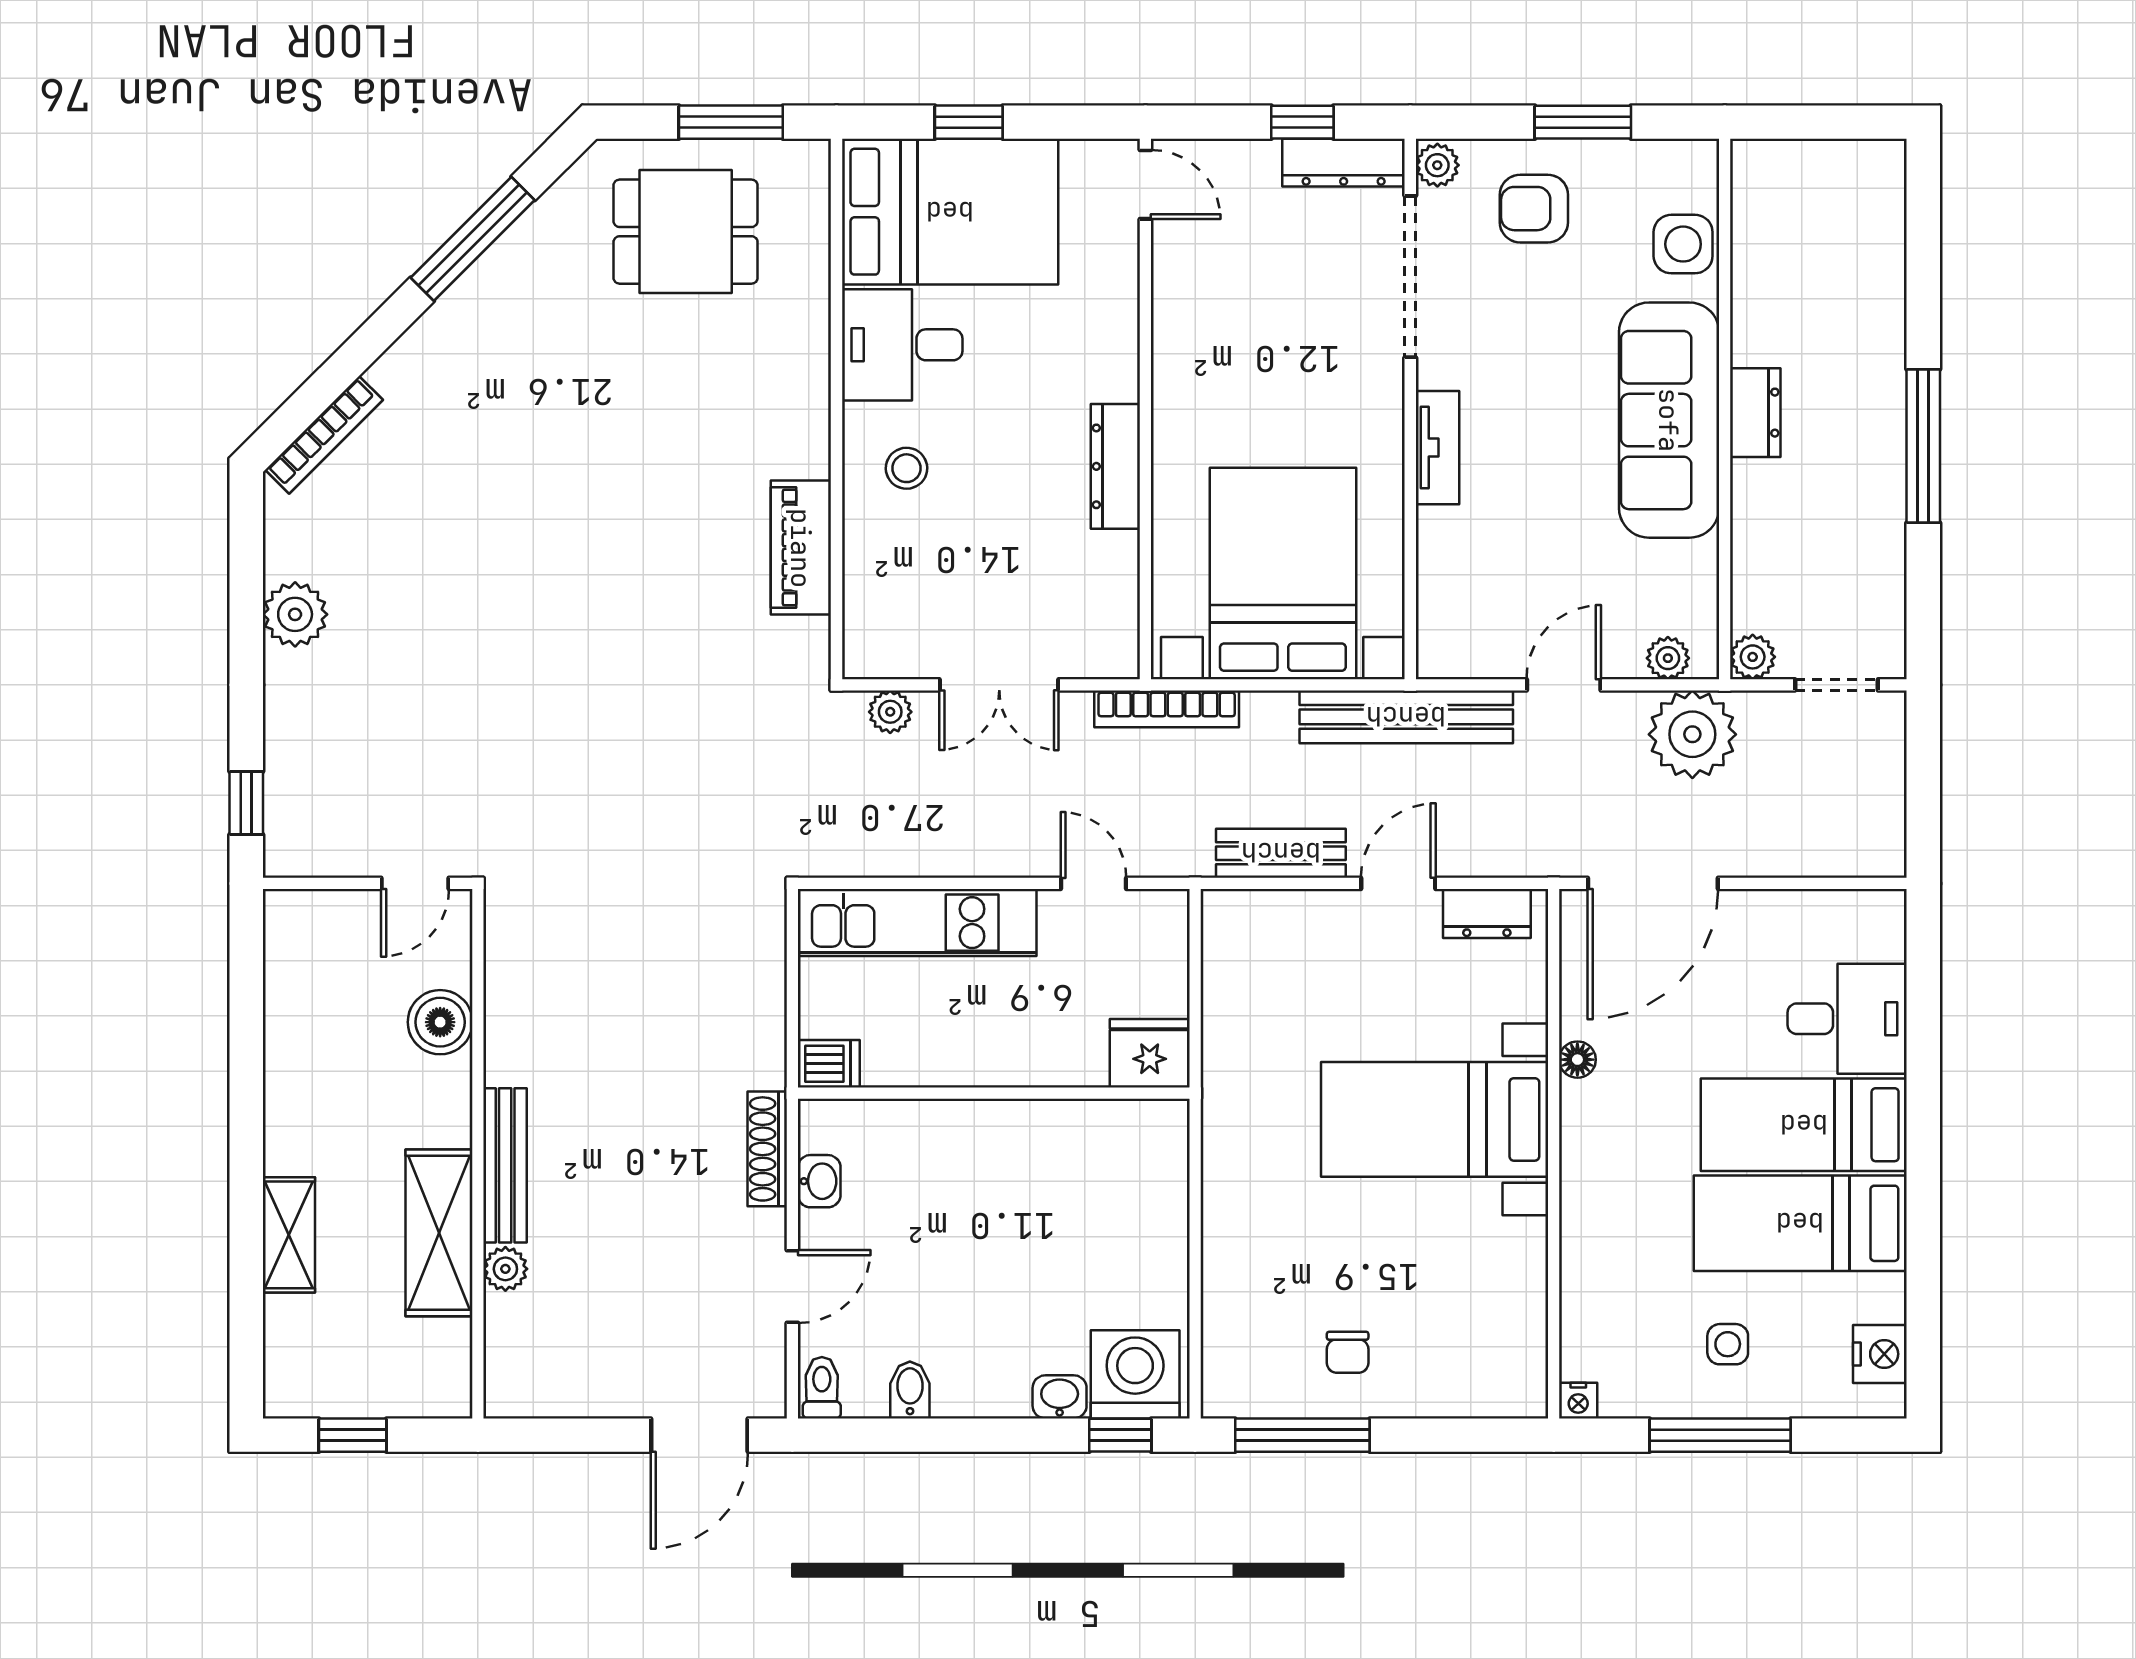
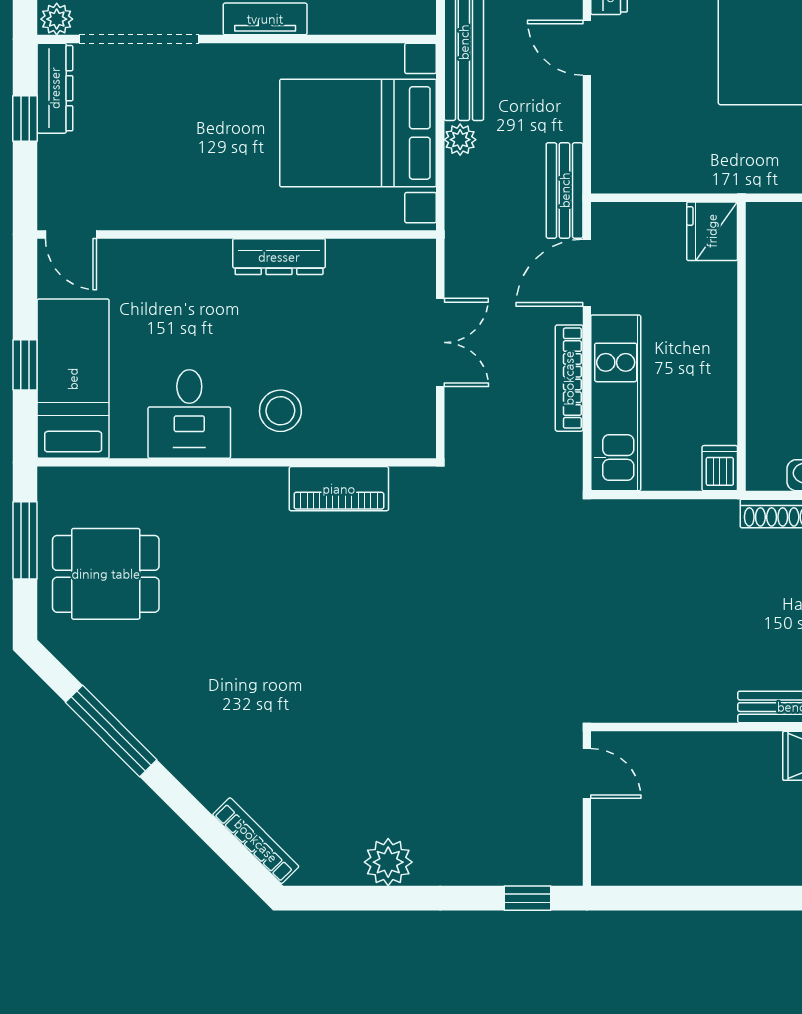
door: (1145, 184) -> (71, 234), swing flipped
bed: (950, 212) -> (73, 379), width x0.67
dining table: (686, 232) -> (106, 574), turned 90
stool: (907, 468) -> (280, 411), width x1.37, depth x1.37
bookcase: (1167, 709) -> (569, 378), moved, turned 180
plant: (890, 712) -> (460, 140), moved
bench: (1281, 853) -> (565, 190), moved
door: (1093, 883) -> (587, 273), width x1.38
boiler: (440, 1022) -> (689, 755), removed

